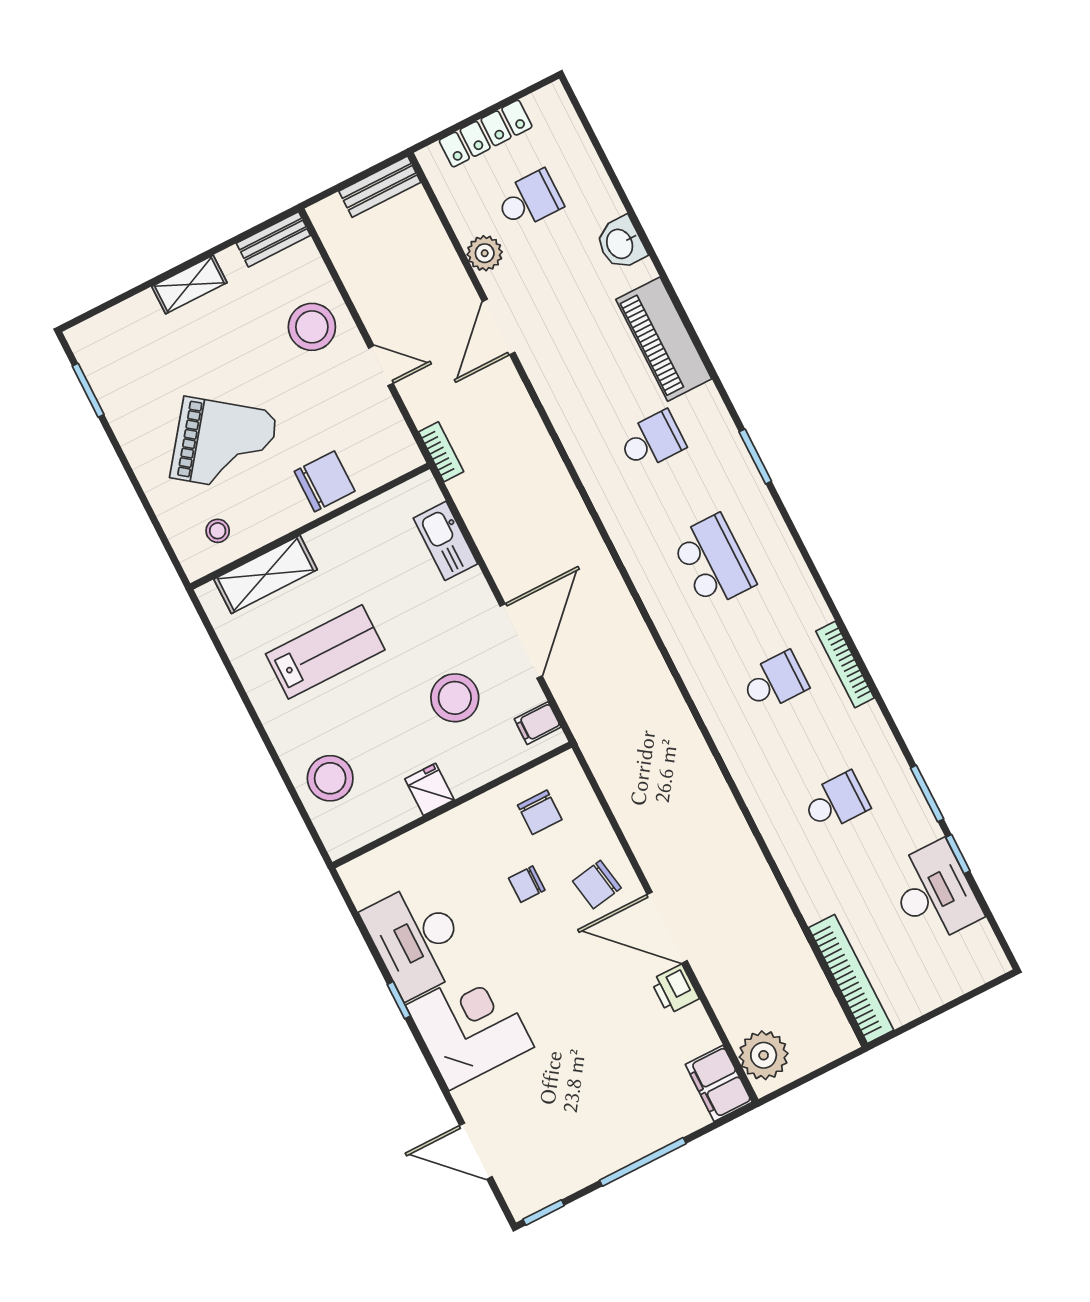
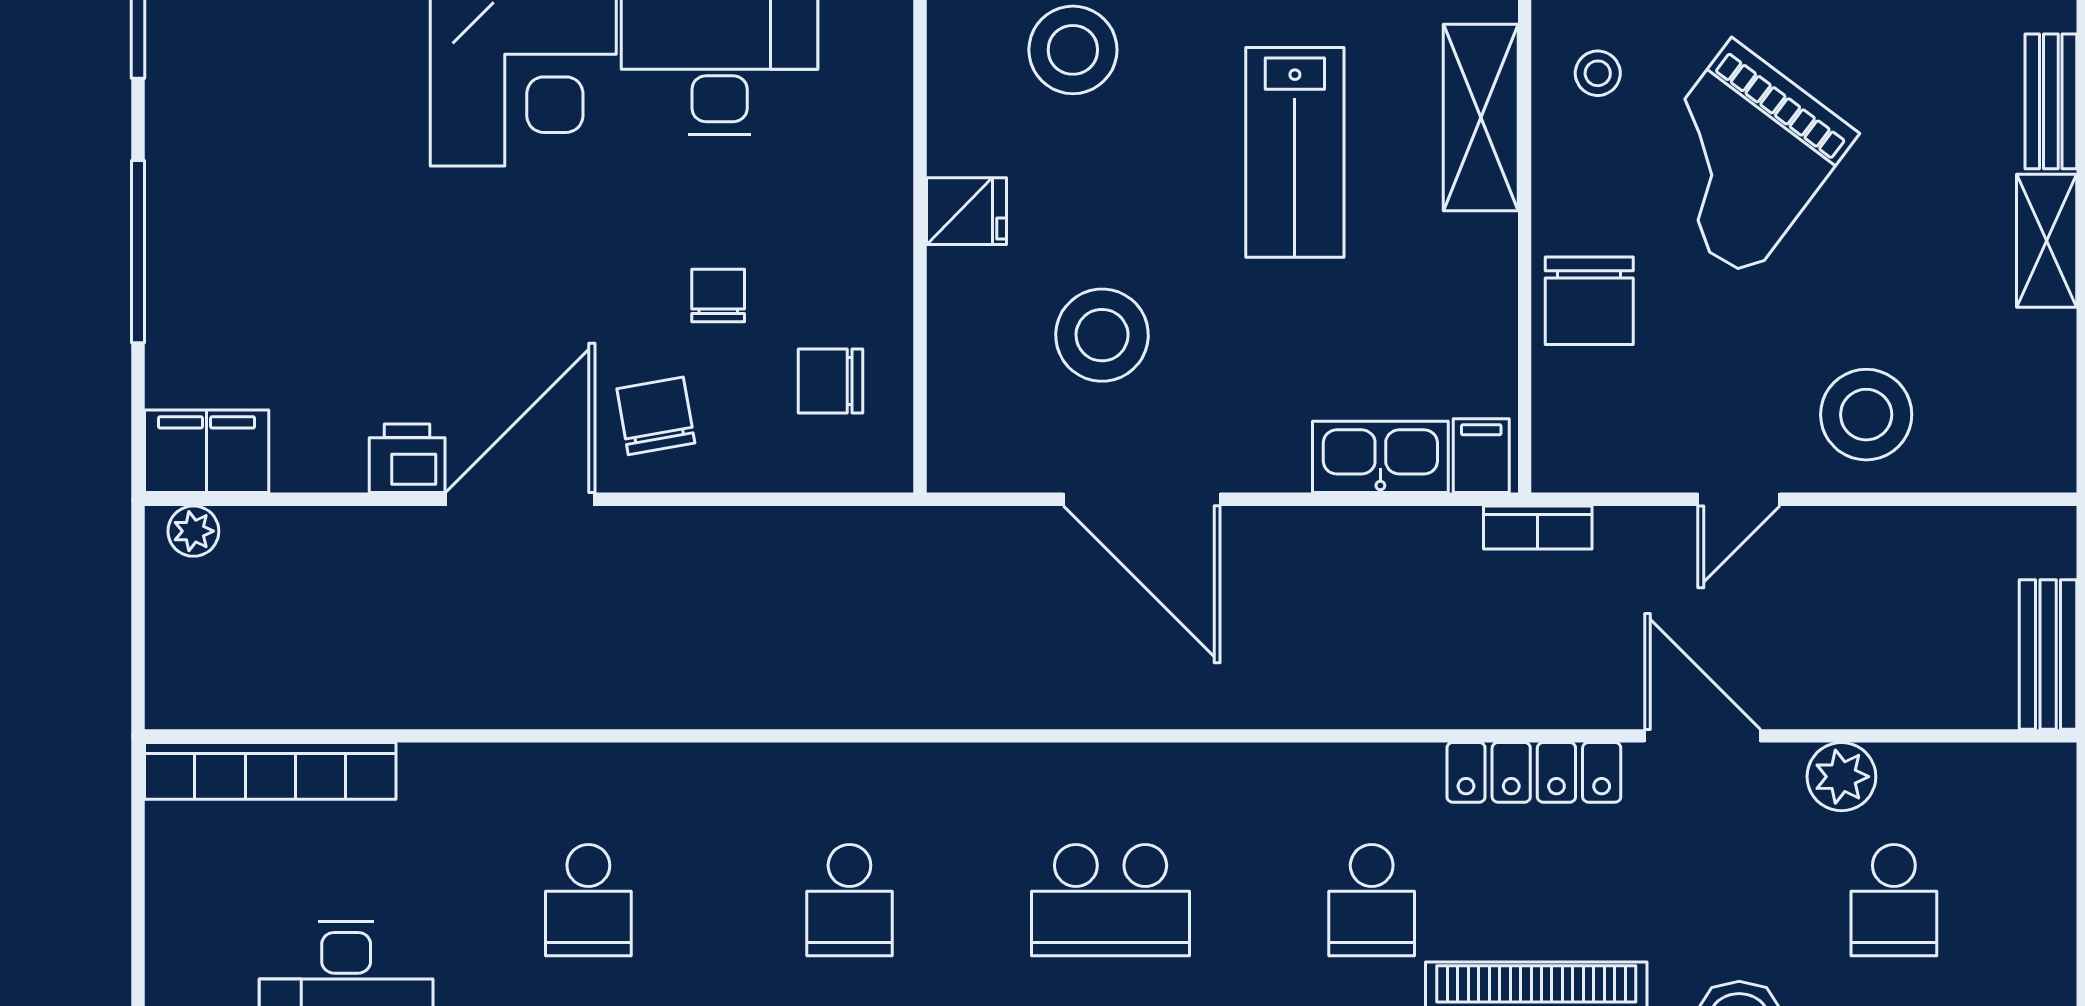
locker: (486, 134) -> (1534, 772), moved, turned -90
bench: (273, 239) -> (2051, 101), moved
filing cabinet: (538, 723) -> (1481, 456), moved
plant: (764, 1055) -> (193, 531), width x0.53, depth x0.53

